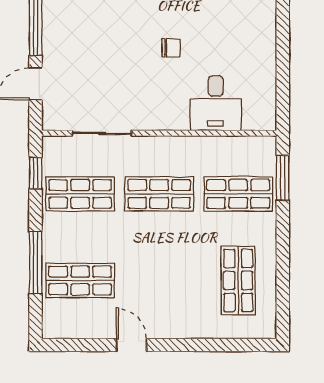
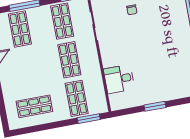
window: (283, 42) -> (155, 106), added
chair: (171, 48) -> (132, 10), moved

